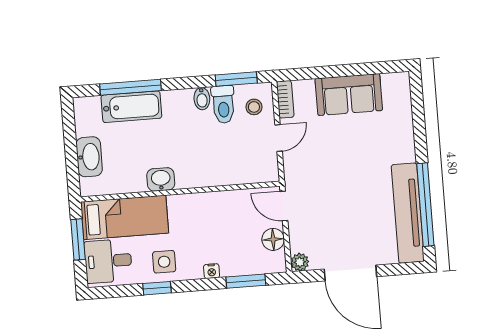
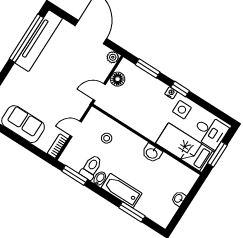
window: (130, 87) -> (132, 212), width x0.69
bathtub: (131, 107) -> (122, 191), moved
stool: (254, 107) -> (107, 138), moved
washbasin: (89, 157) -> (179, 199), width x0.52, depth x0.69
door: (284, 206) -> (99, 92), swing flipped
nightstand: (212, 271) -> (171, 93), moved
window: (157, 288) -> (180, 89), moved

